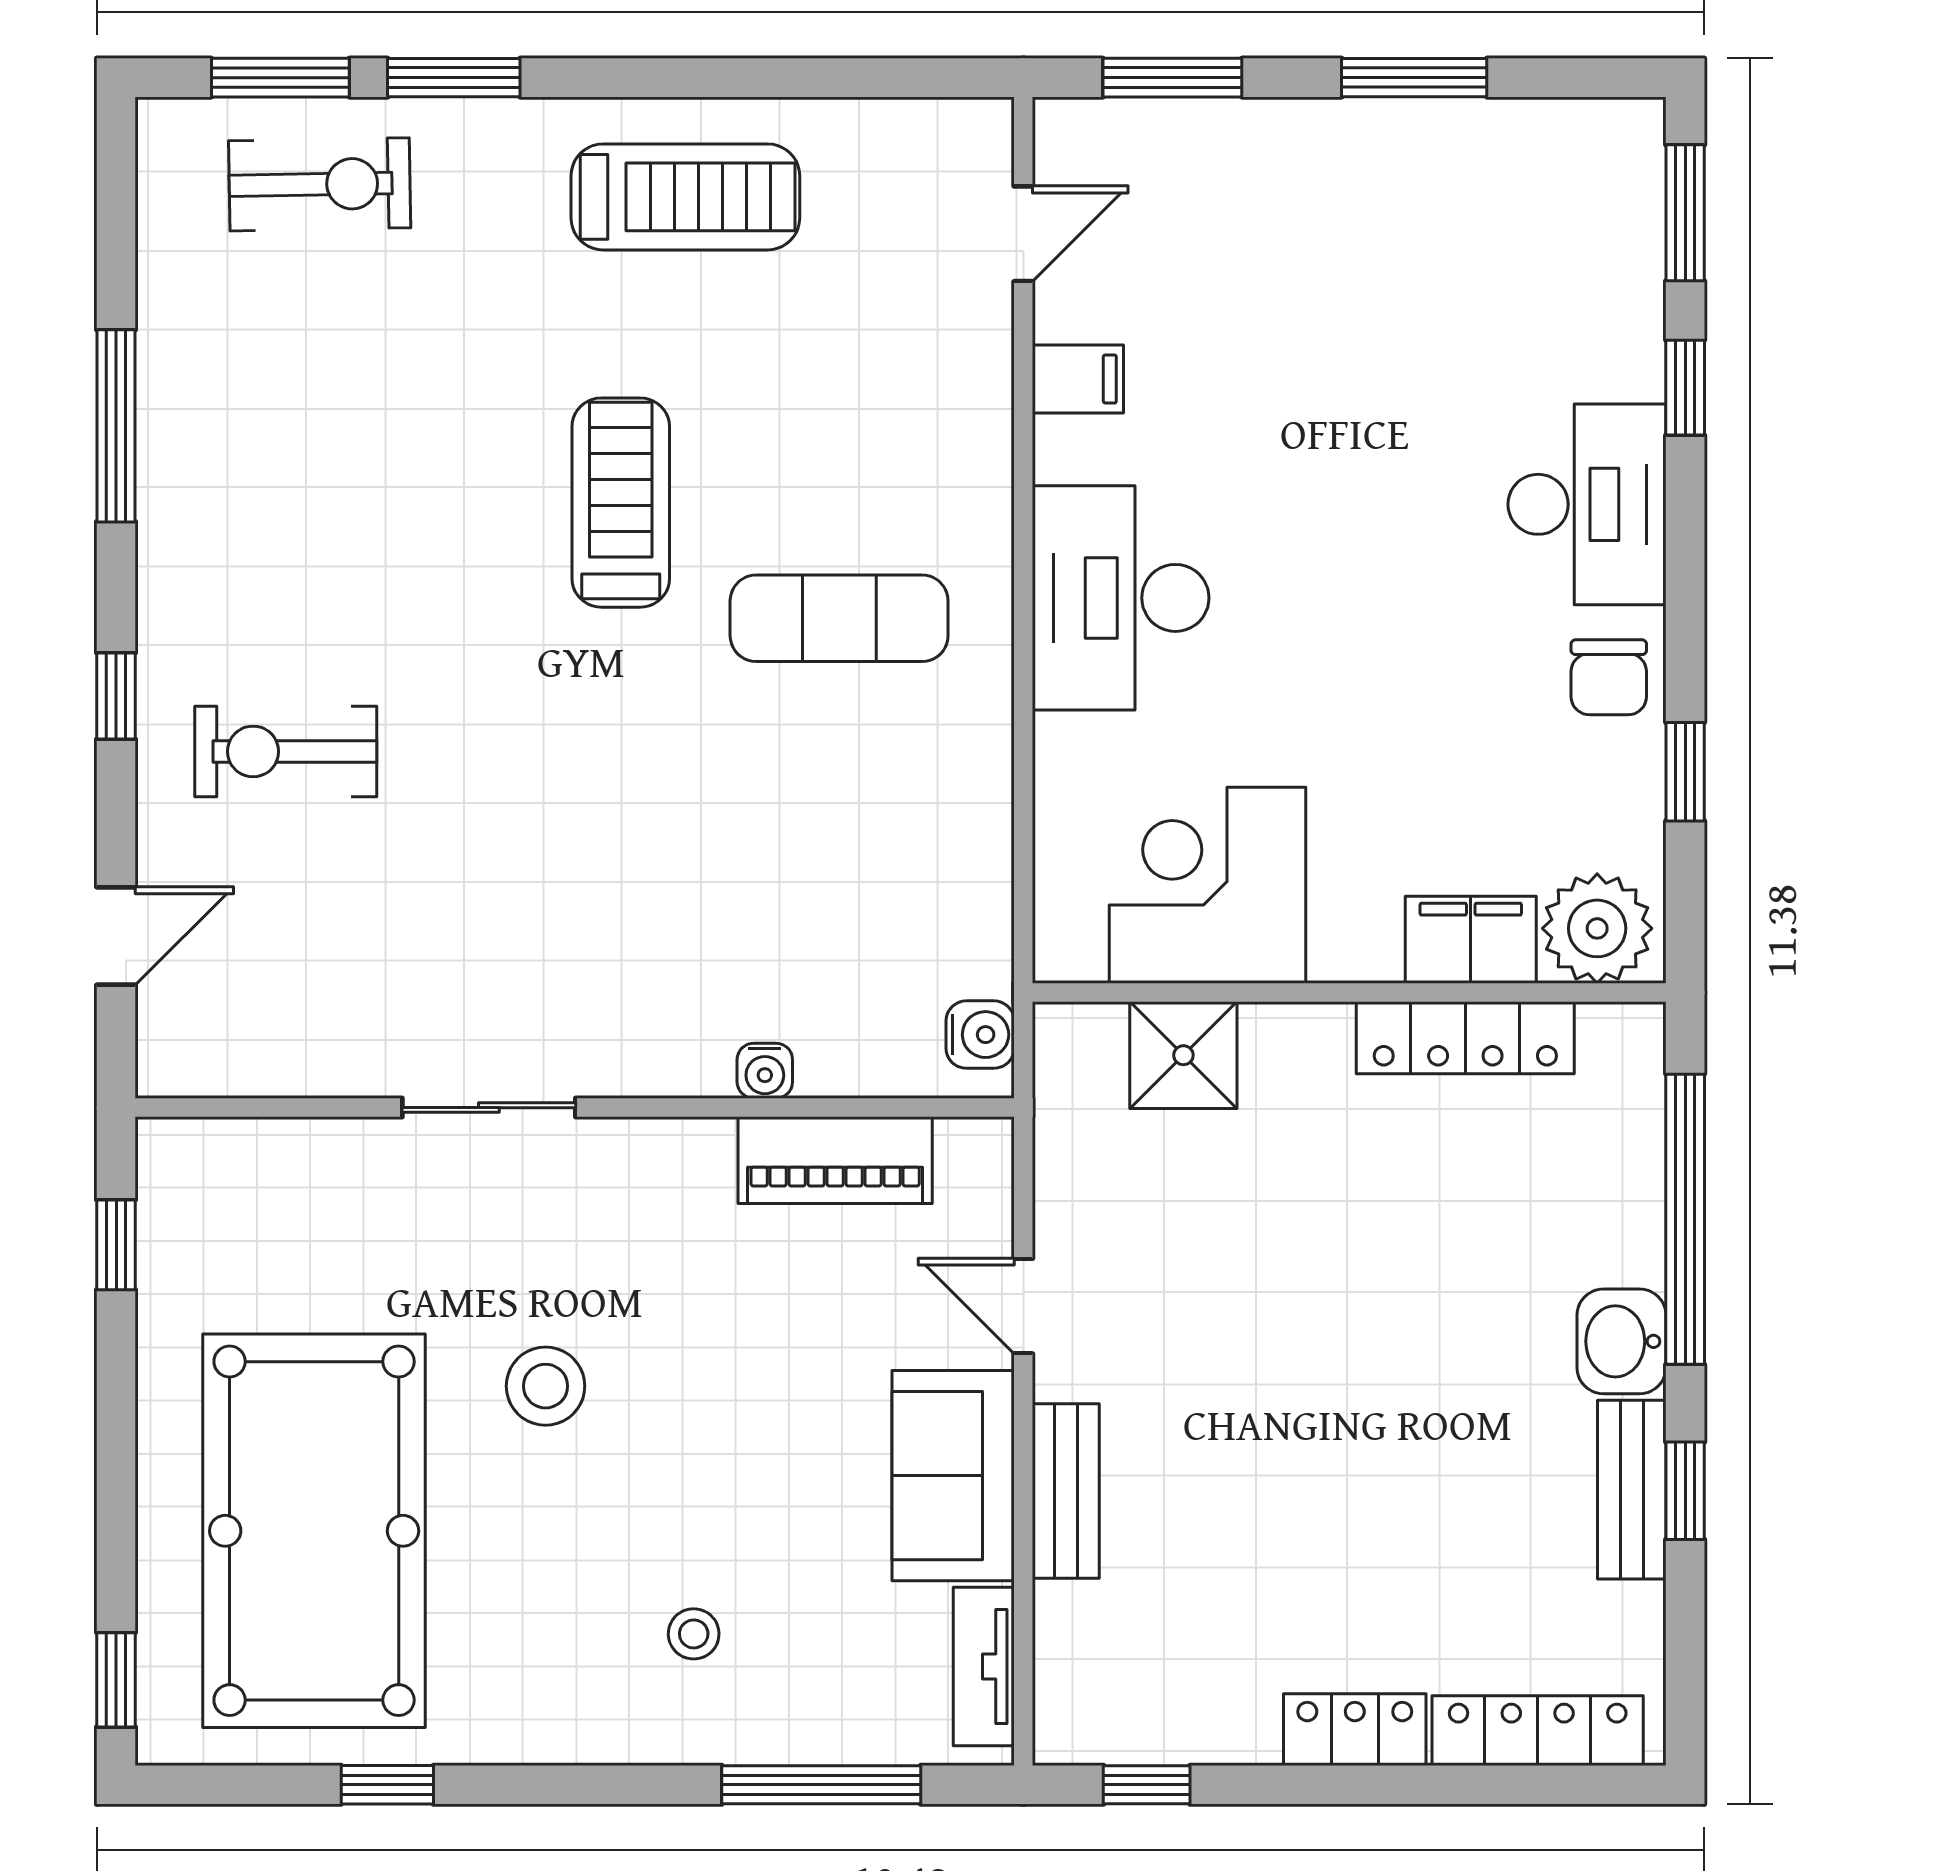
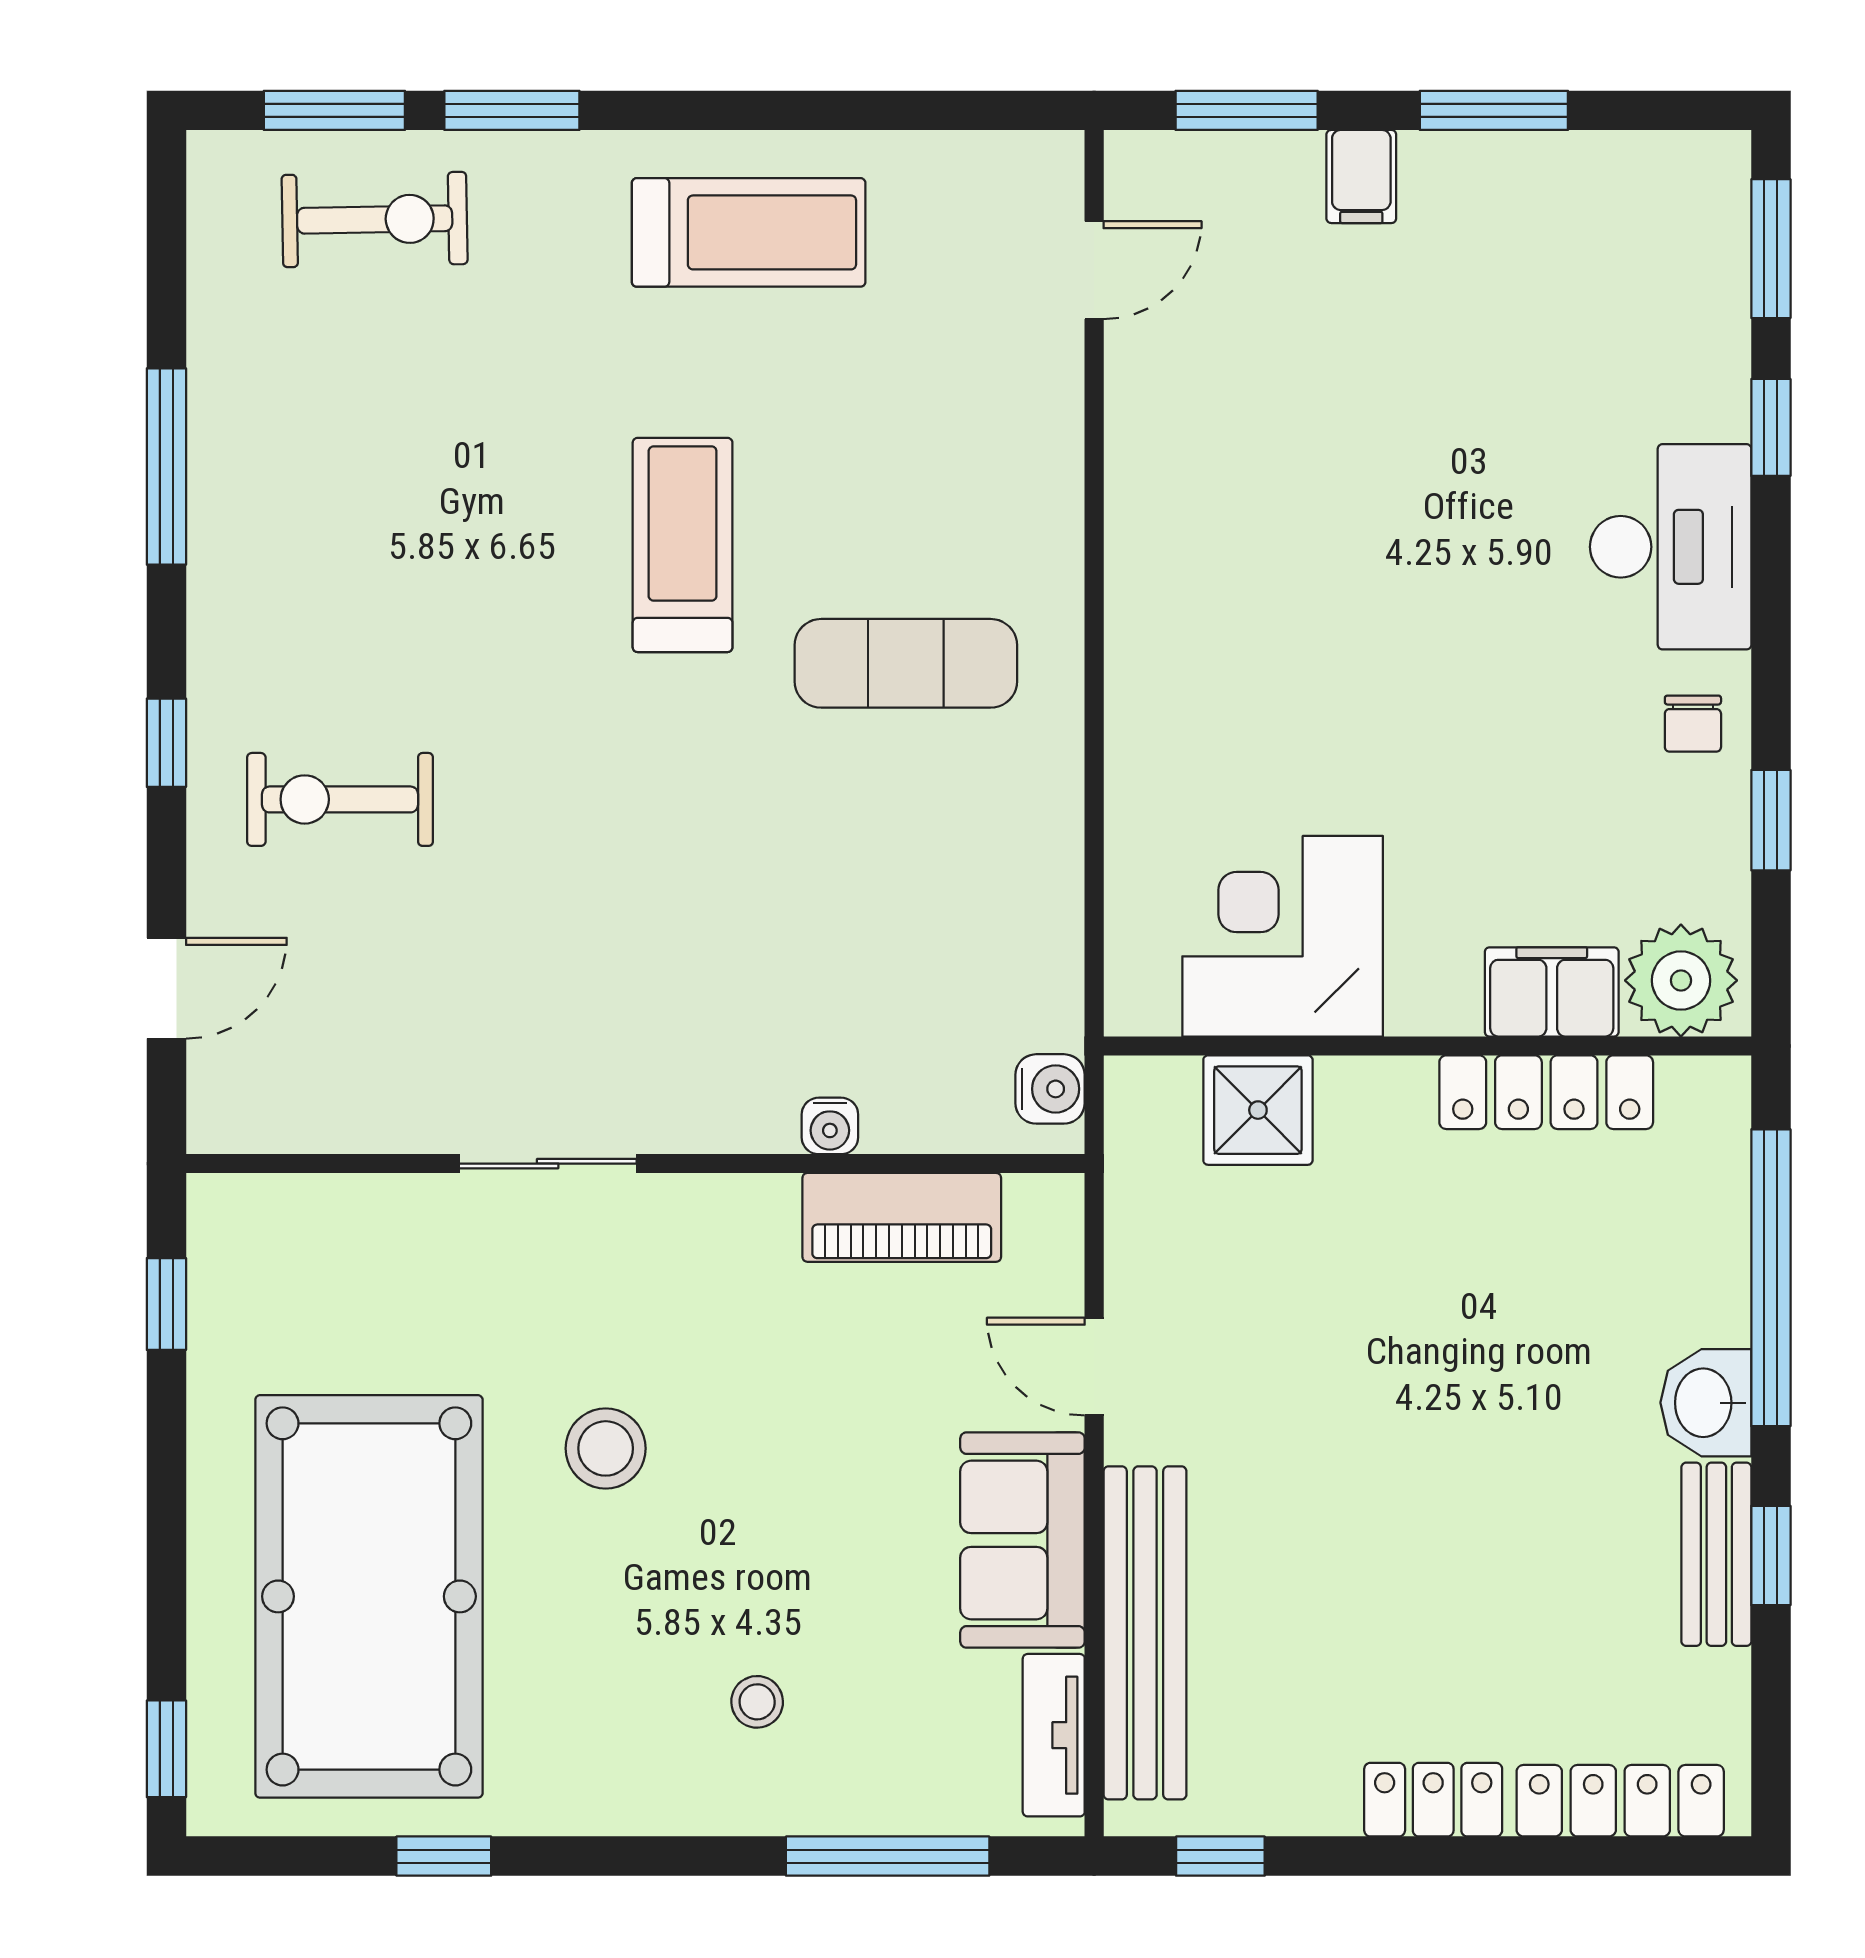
filing cabinet: (1078, 379) -> (1361, 177), moved, turned 90
desk: (1121, 598) -> (1194, 642), removed
chair: (1609, 677) -> (1693, 724), width x0.73, depth x0.73
bench: (1066, 1491) -> (1145, 1633), width x1.86, depth x1.21

